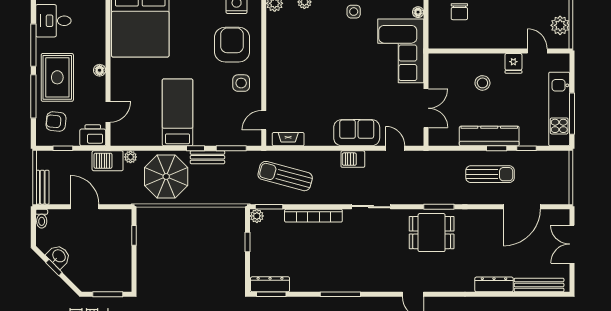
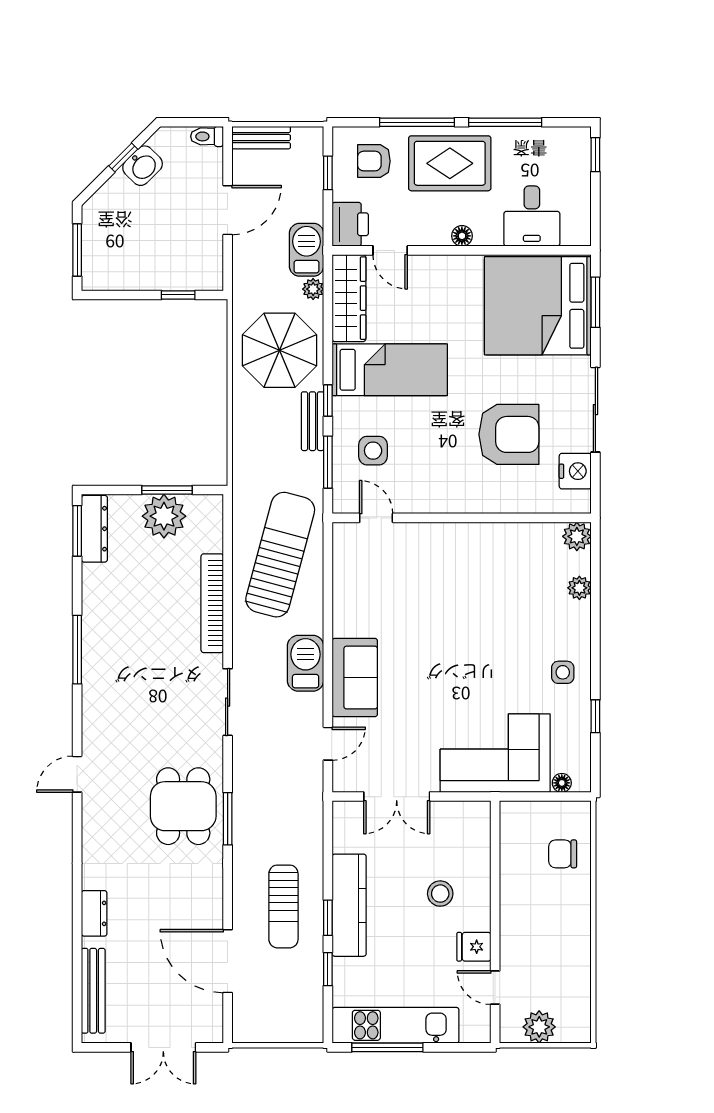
desk: (53, 21) -> (532, 216), moved, turned 180
armchair: (232, 45) -> (509, 434), moved
door: (537, 51) -> (495, 988), swing flipped
side table: (241, 83) -> (373, 451), moved
armchair: (56, 122) -> (374, 161), turned -95
wardrobe: (136, 136) -> (349, 298), added
fireplace: (288, 139) -> (344, 560), removed
barbecue: (353, 159) -> (306, 663), width x1.38, depth x1.27
sun lounger: (285, 176) -> (280, 555), width x1.36, depth x1.34
window: (269, 207) -> (228, 527), removed
plant: (257, 216) -> (164, 516), moved, width x1.88, depth x1.88
window: (248, 242) -> (167, 490), width x1.50
double door: (572, 244) -> (163, 1047), swing flipped
dresser: (494, 284) -> (94, 913), width x0.70

